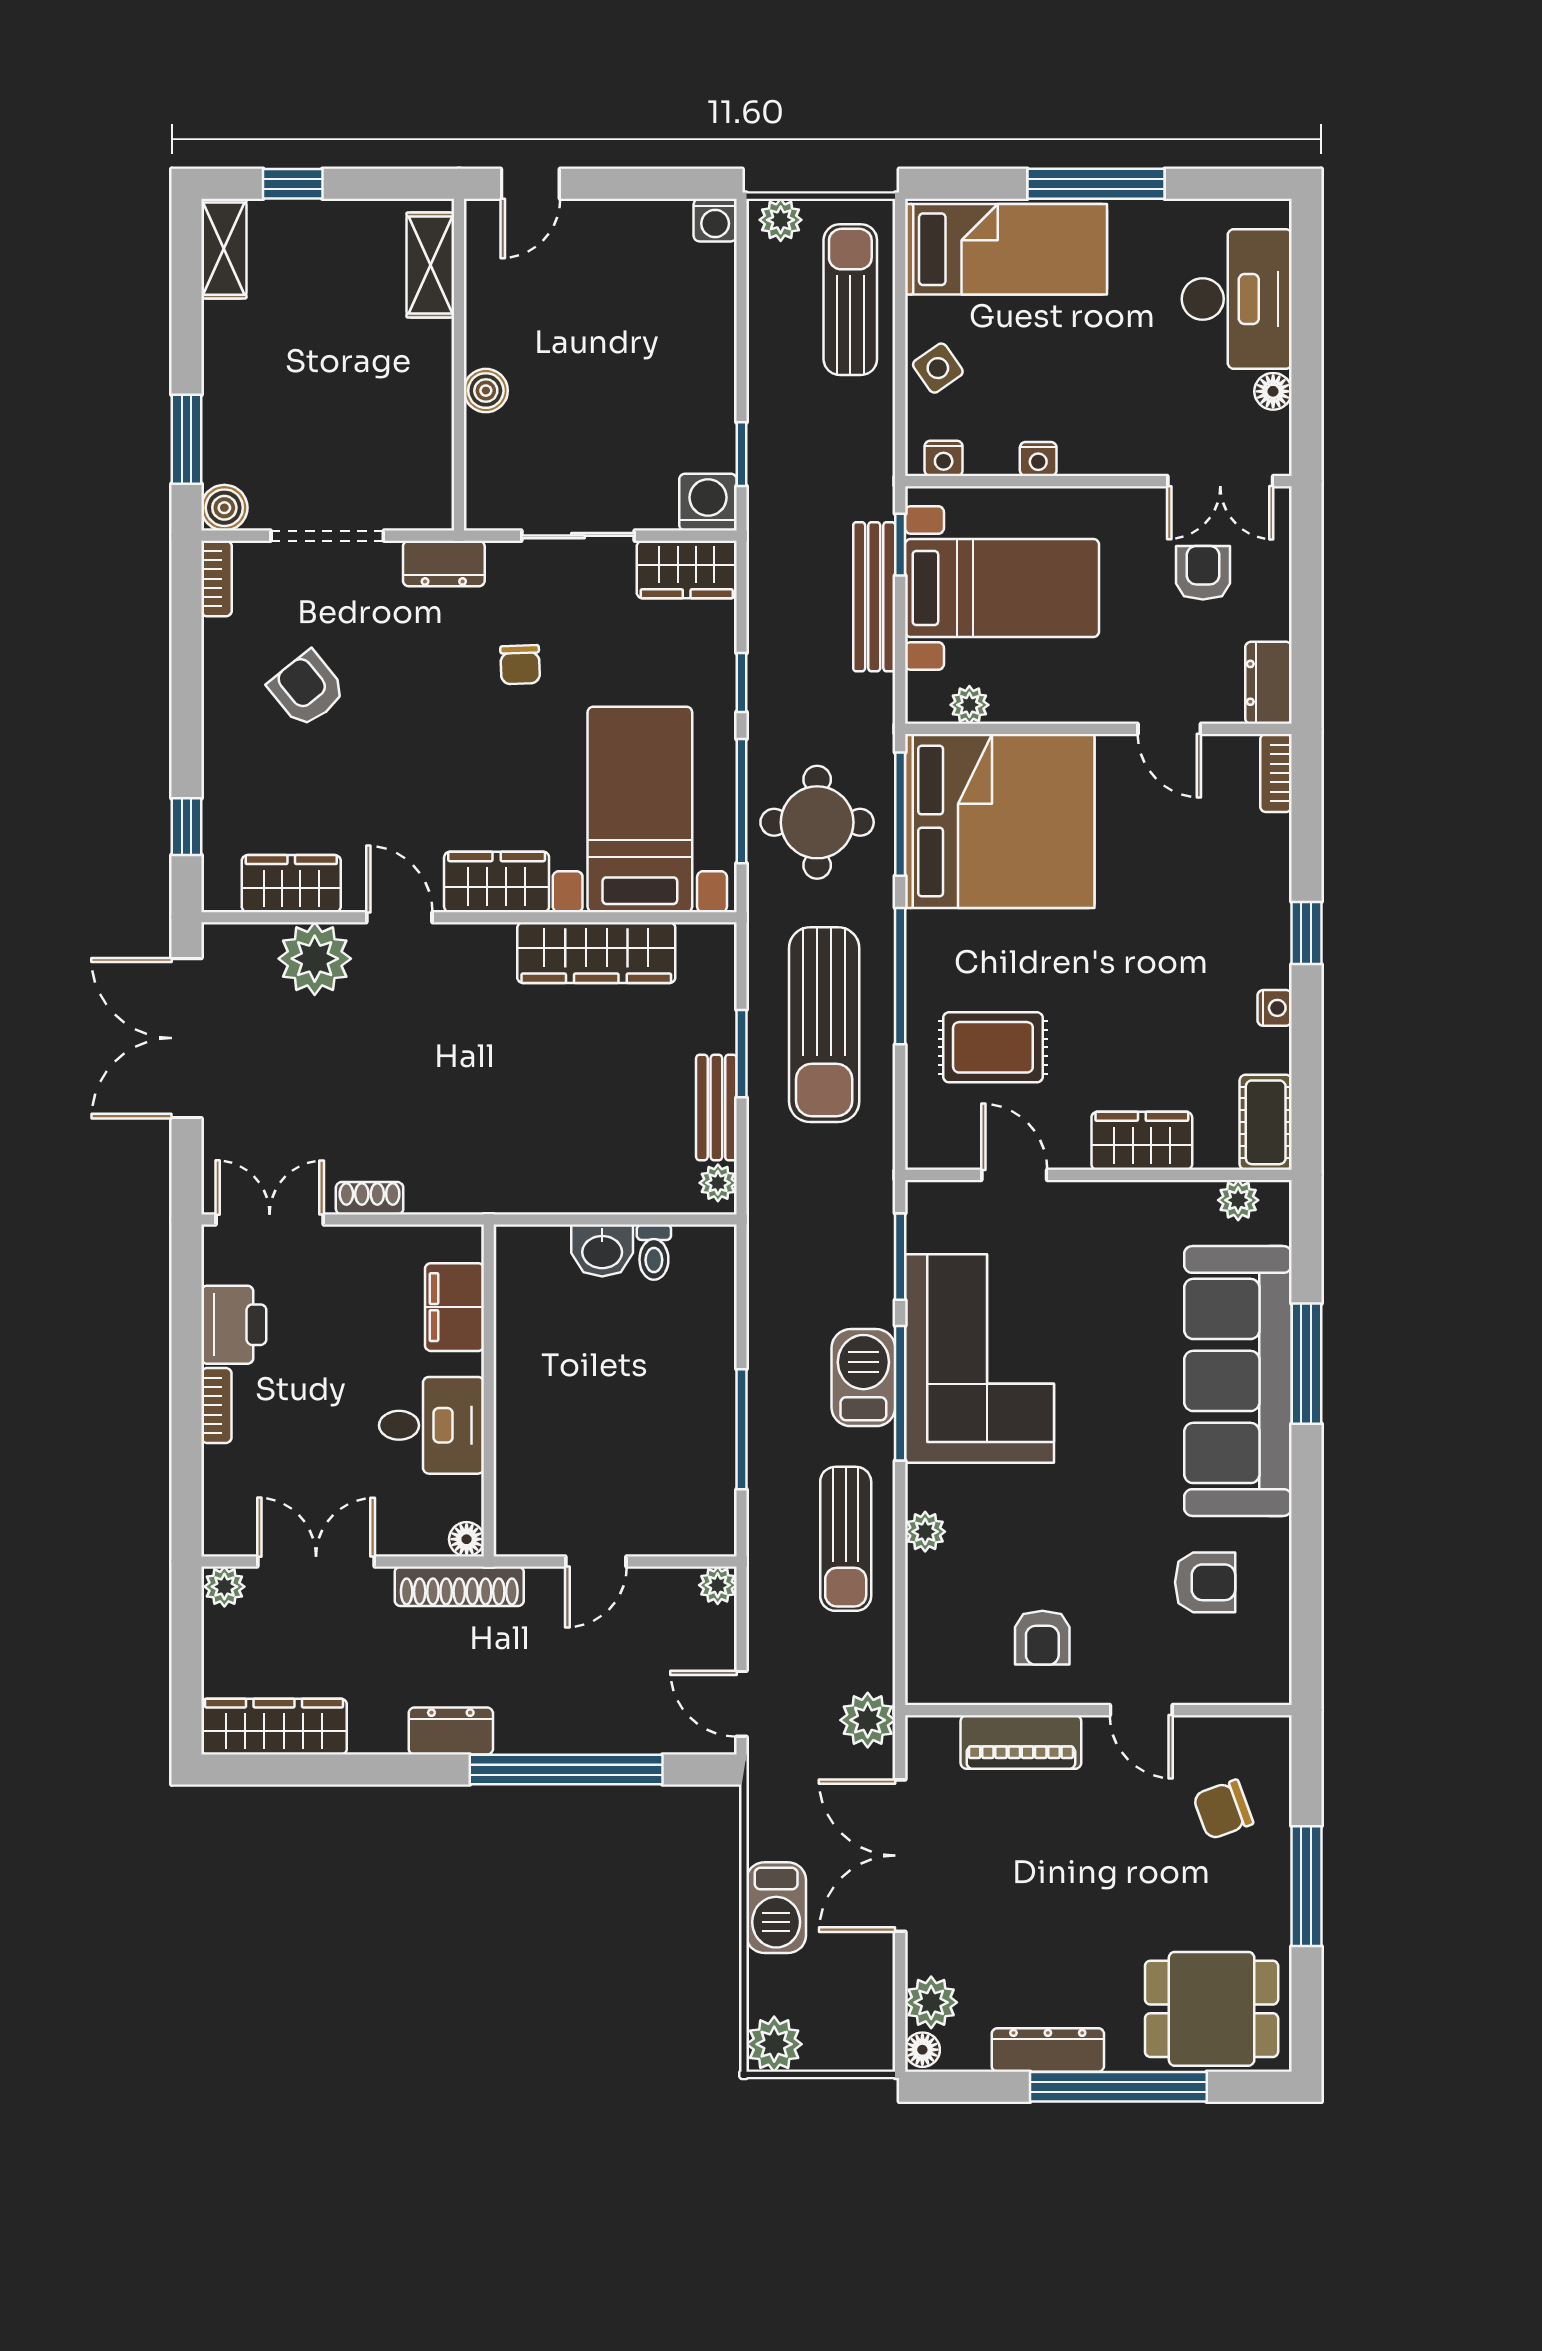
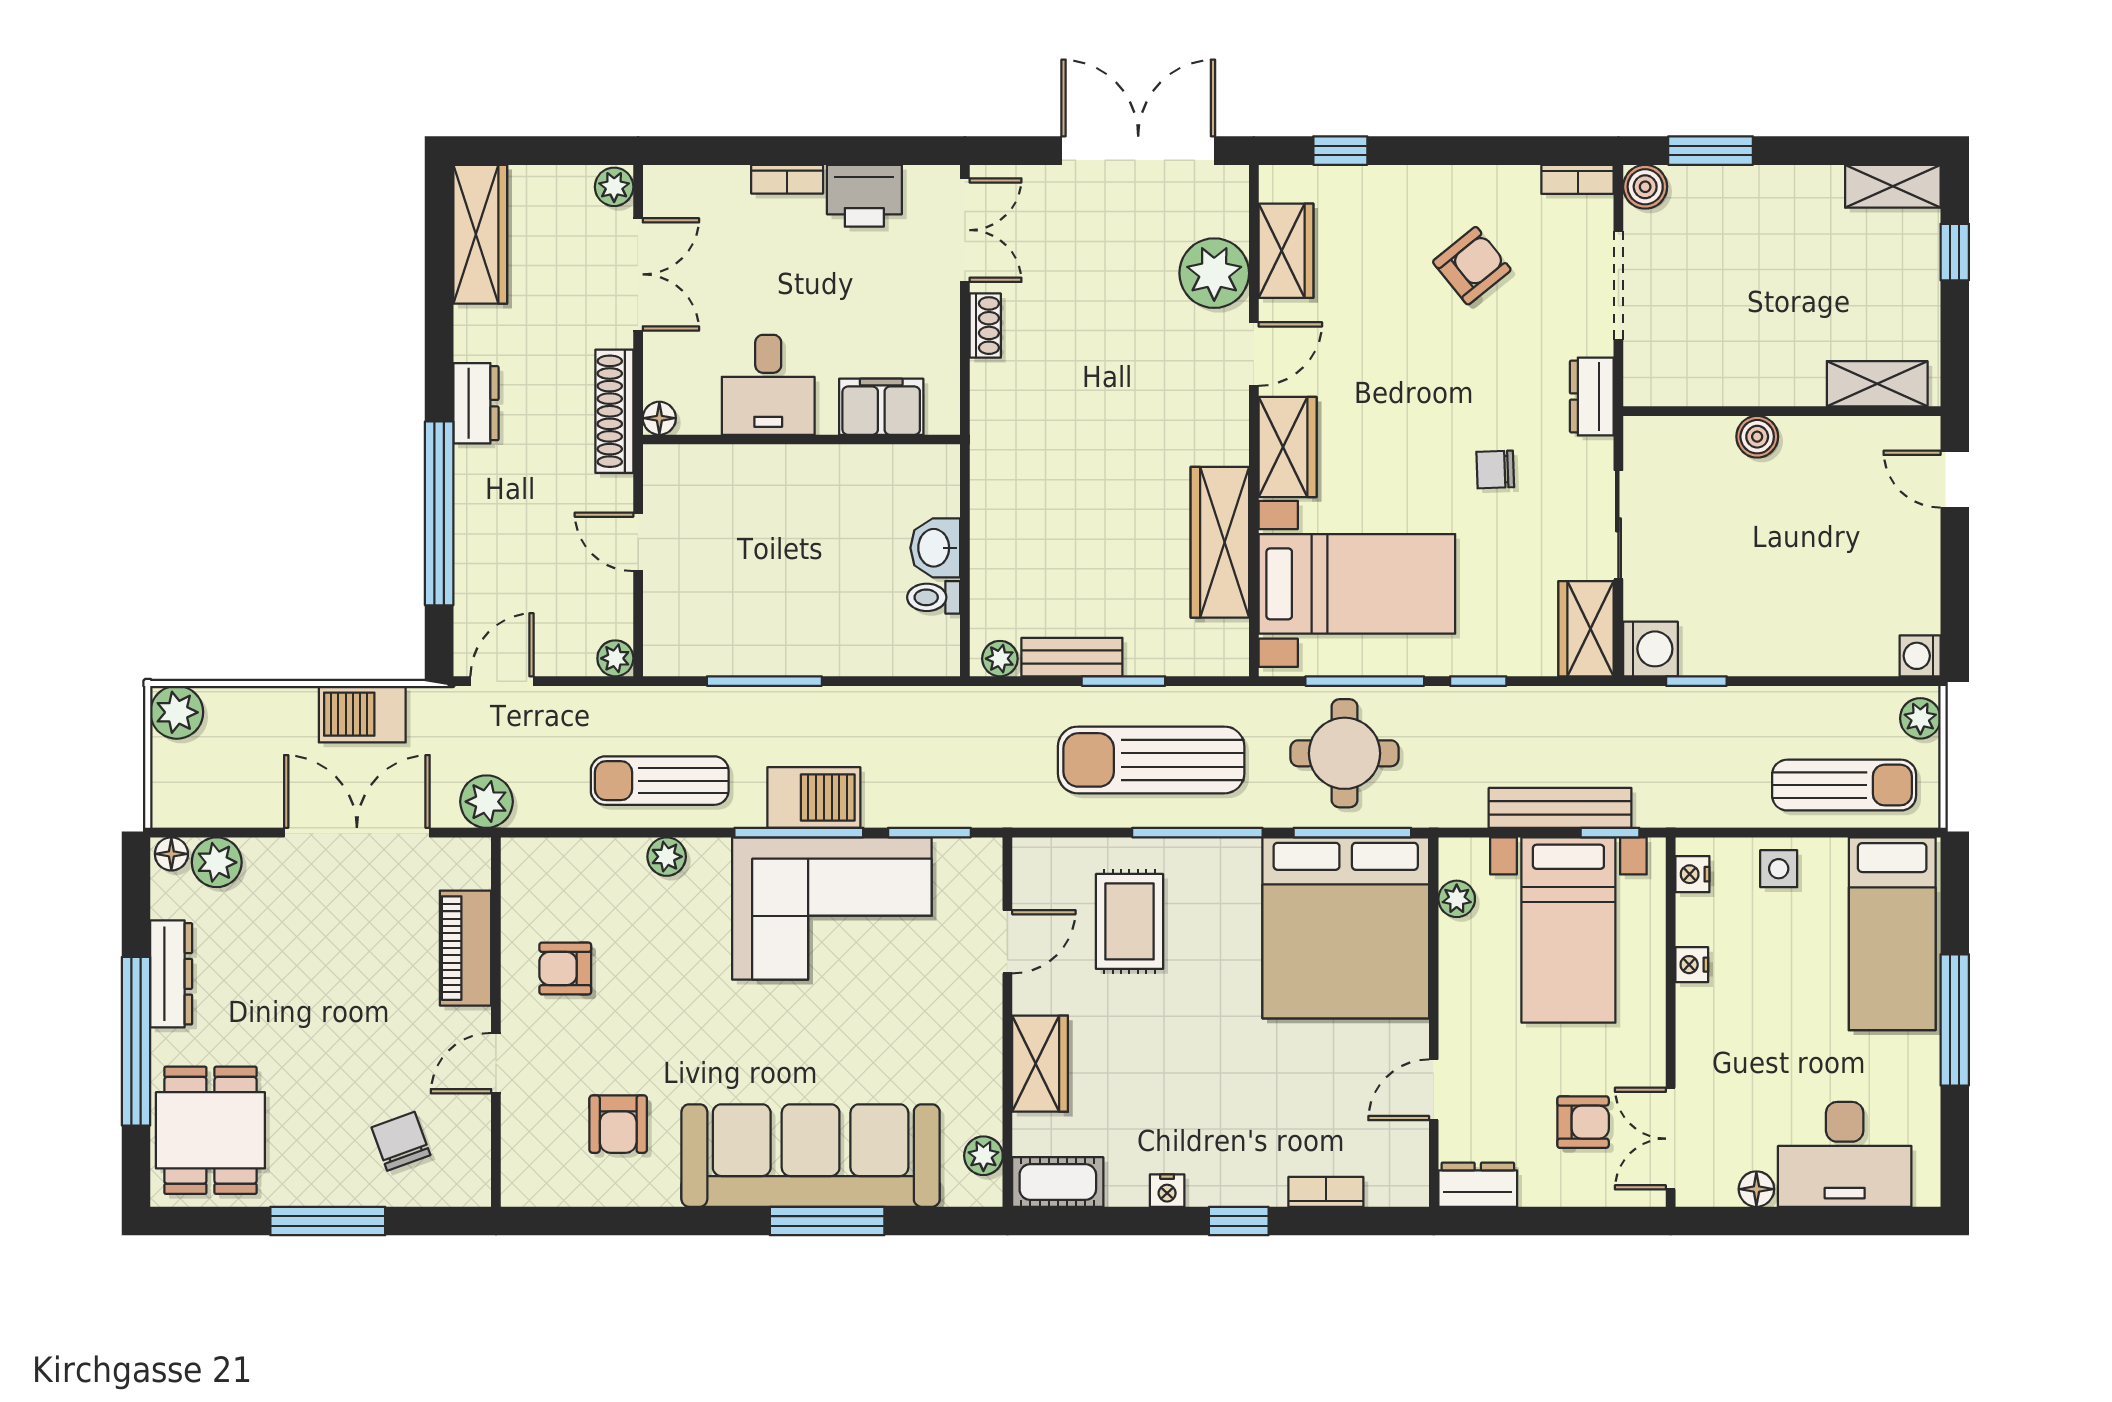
side table: (938, 368) -> (1779, 869), turned 35
bookcase: (1276, 773) -> (1326, 1192), moved
barbecue: (776, 1908) -> (362, 714), moved

